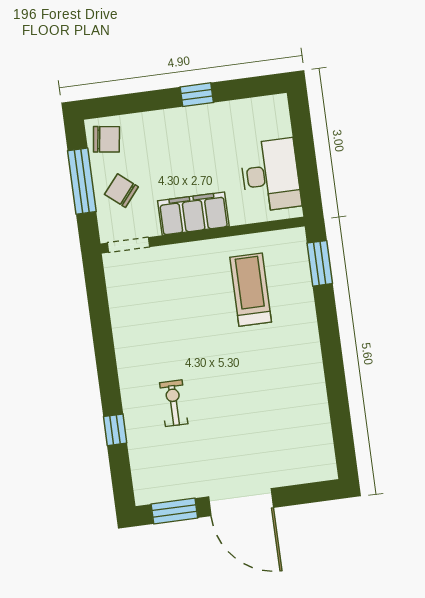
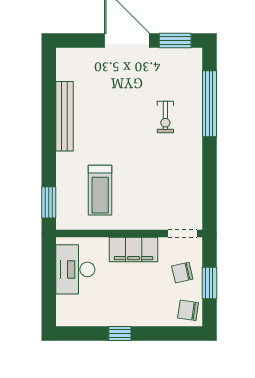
window: (82, 181) -> (209, 283), width x0.69
chair: (121, 191) -> (182, 273), turned 127
bench: (314, 386) -> (65, 116), added
window: (115, 430) -> (209, 104), width x3.17

